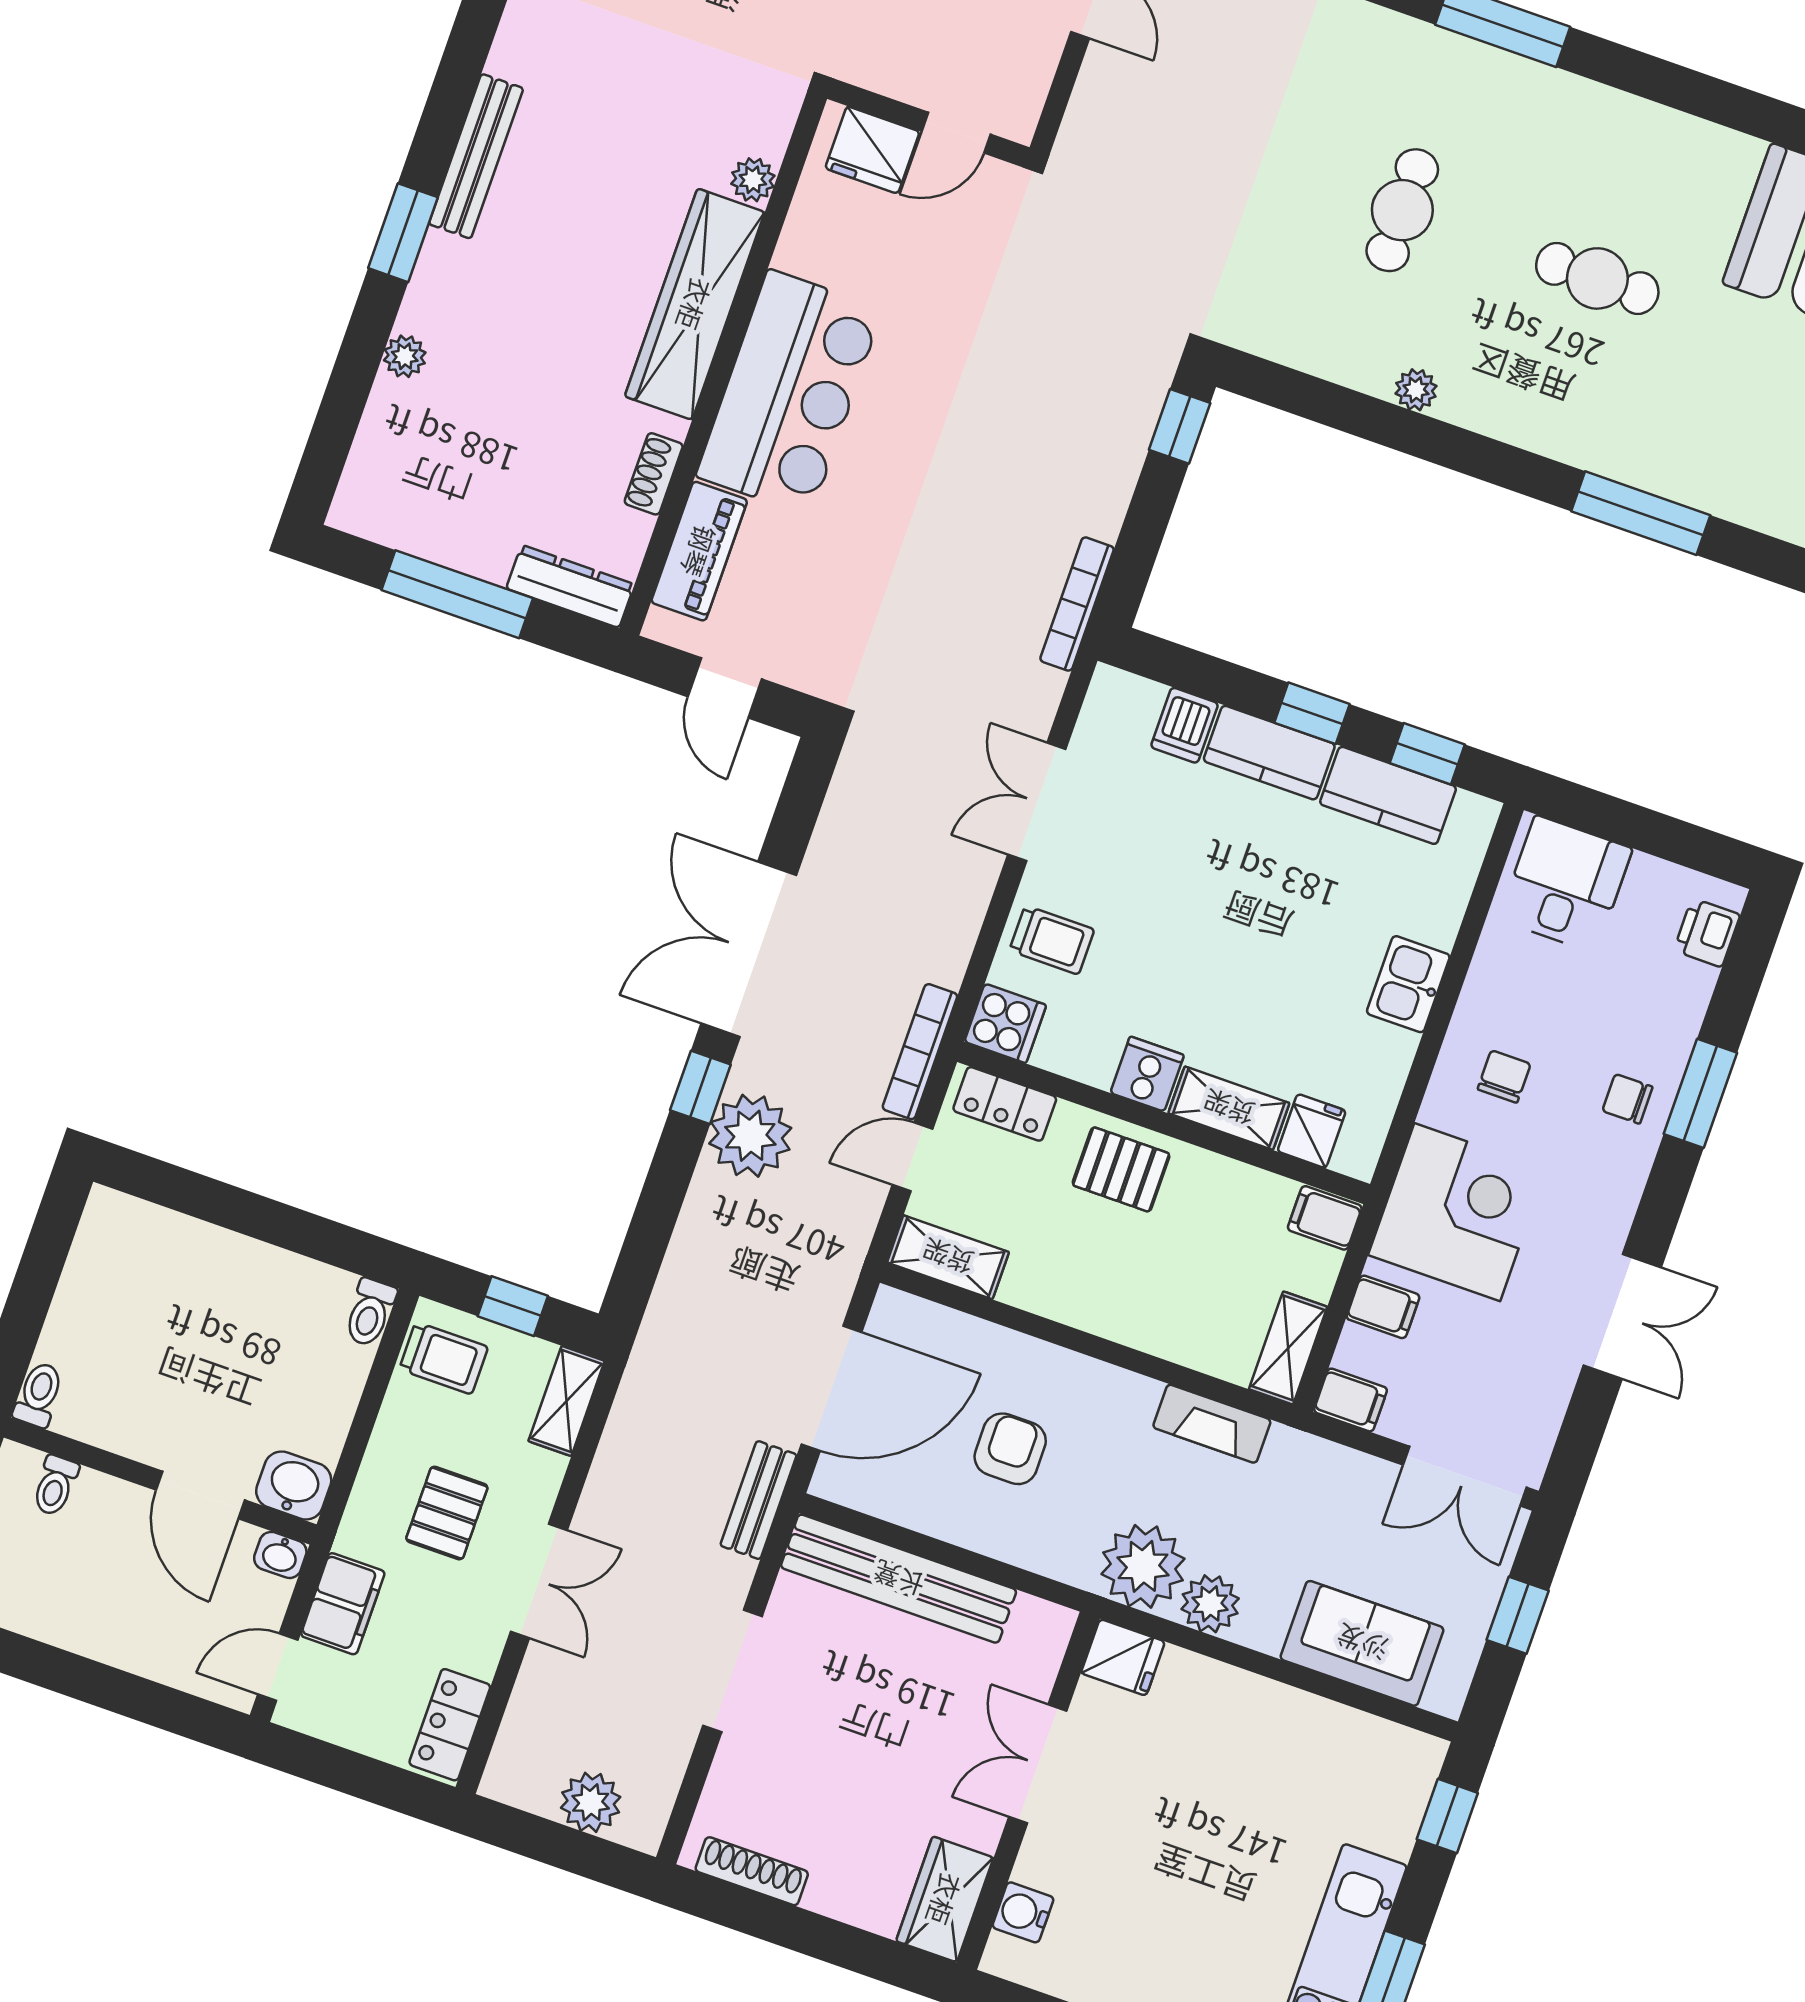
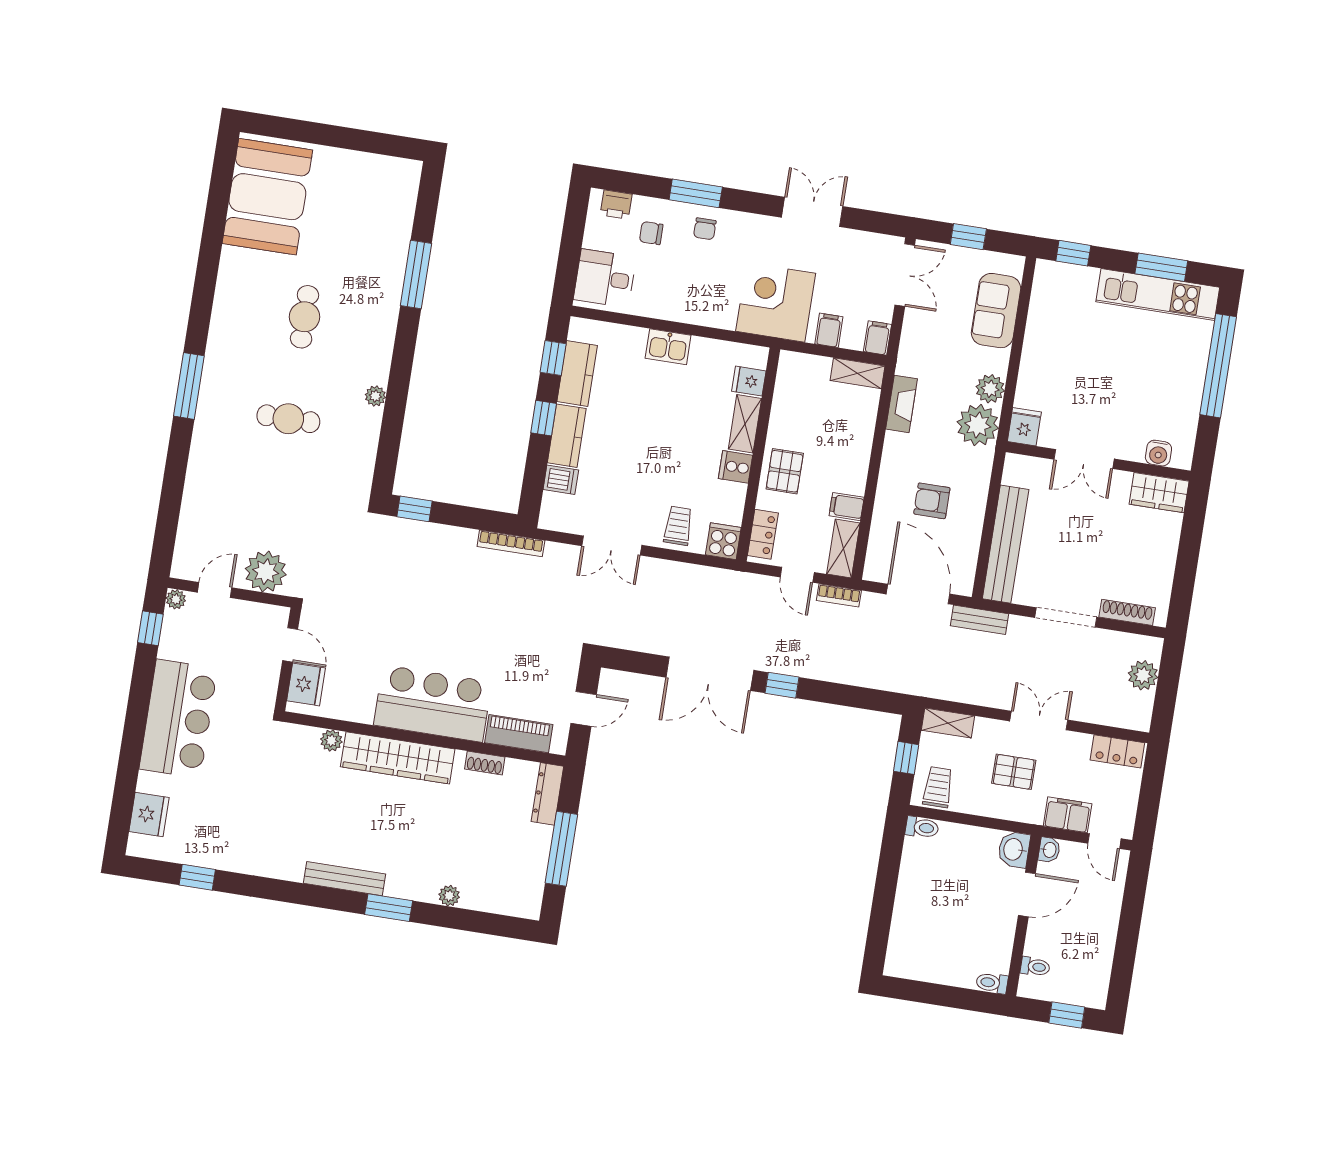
bookcase: (920, 1052) -> (839, 595), moved, width x0.64
chair: (1504, 1077) -> (651, 233), moved
plant: (750, 1136) -> (266, 572), moved
filing cabinet: (1325, 1218) -> (847, 507), moved, turned 90
shoe rack: (752, 1871) -> (1127, 612), moved, turned 90

